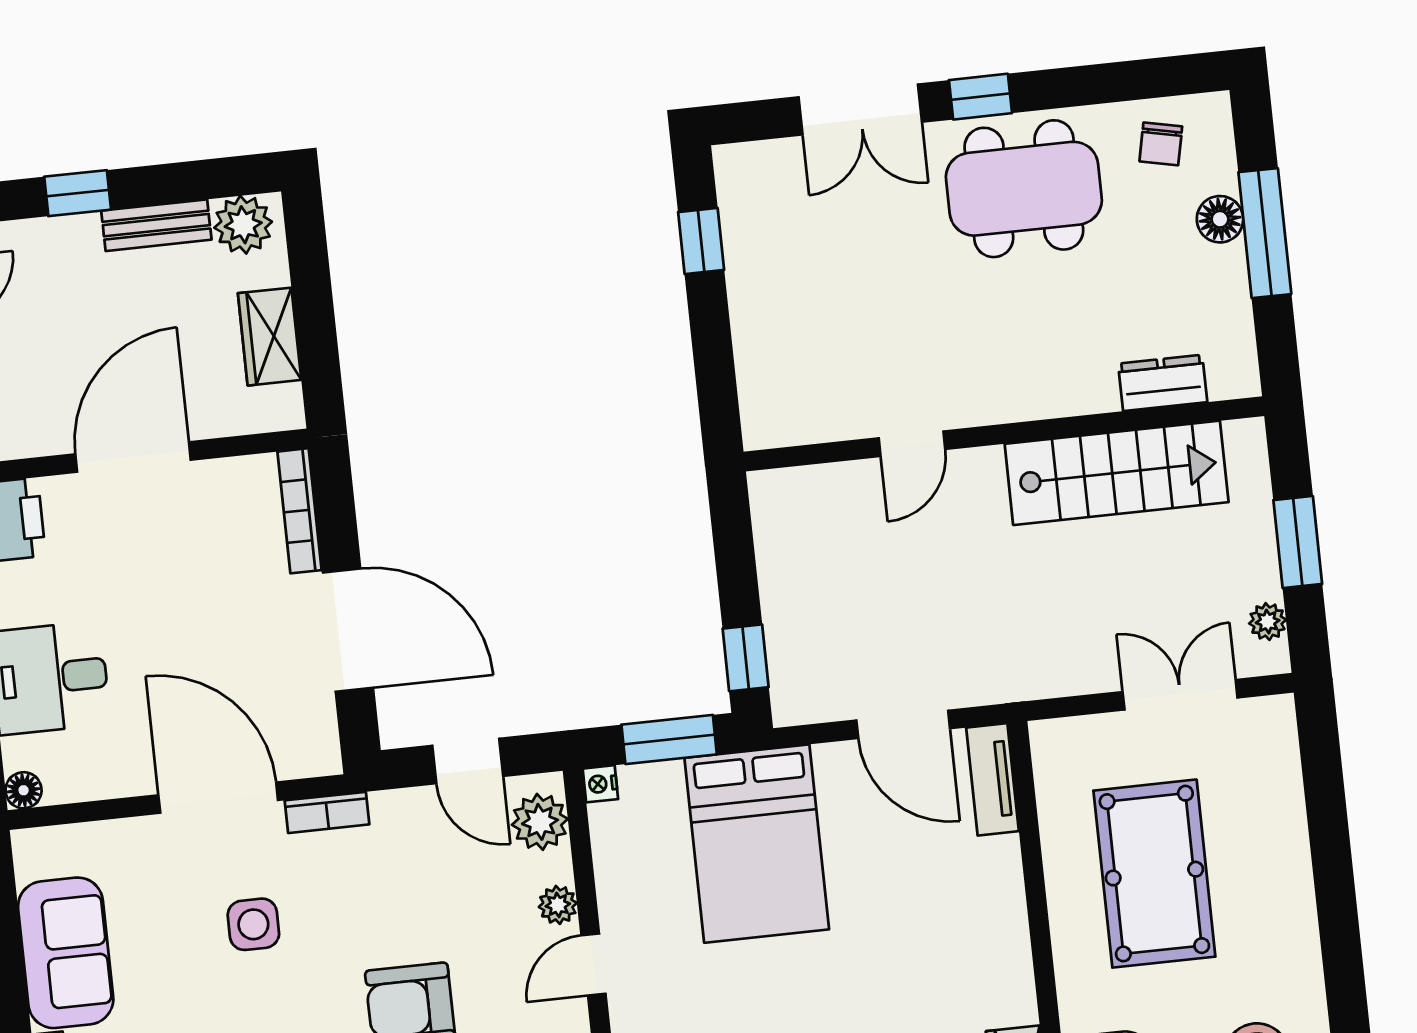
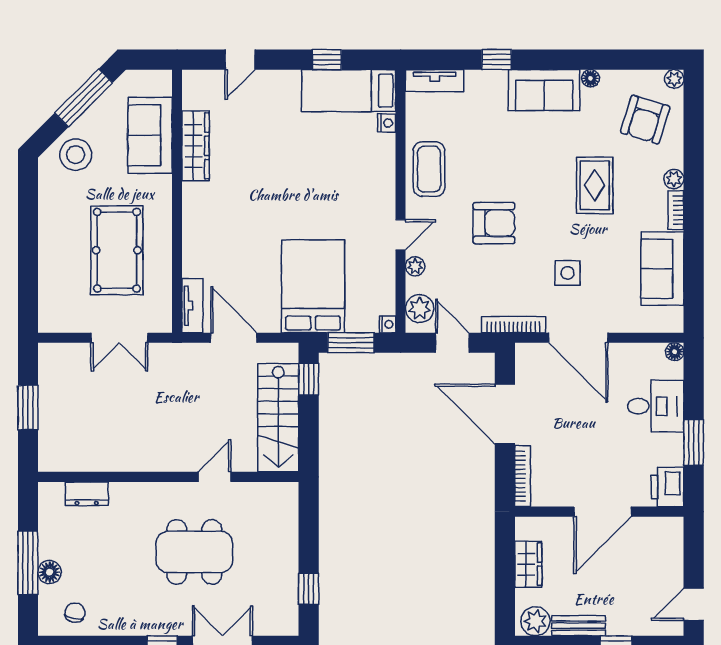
dining table: (1024, 189) -> (194, 552), moved
stairs: (1117, 473) -> (278, 418), moved, turned -90
plant: (1268, 622) -> (47, 370), removed
double door: (1180, 695) -> (119, 338), moved
bookcase: (327, 812) -> (513, 325), width x1.56

